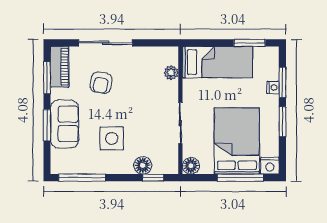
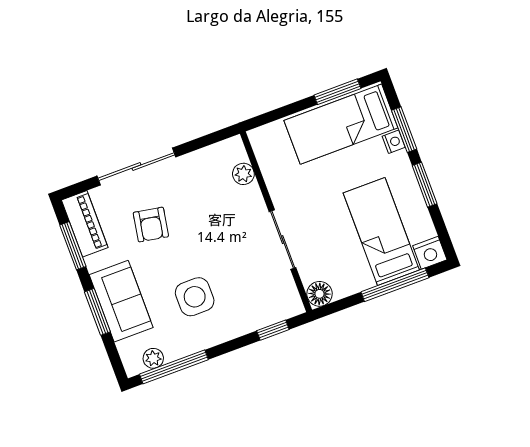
bed: (217, 62) -> (341, 124), moved, turned 180
bed: (237, 141) -> (381, 231), width x0.67
floor lamp: (143, 165) -> (252, 318), removed
plant: (71, 167) -> (153, 358), added

